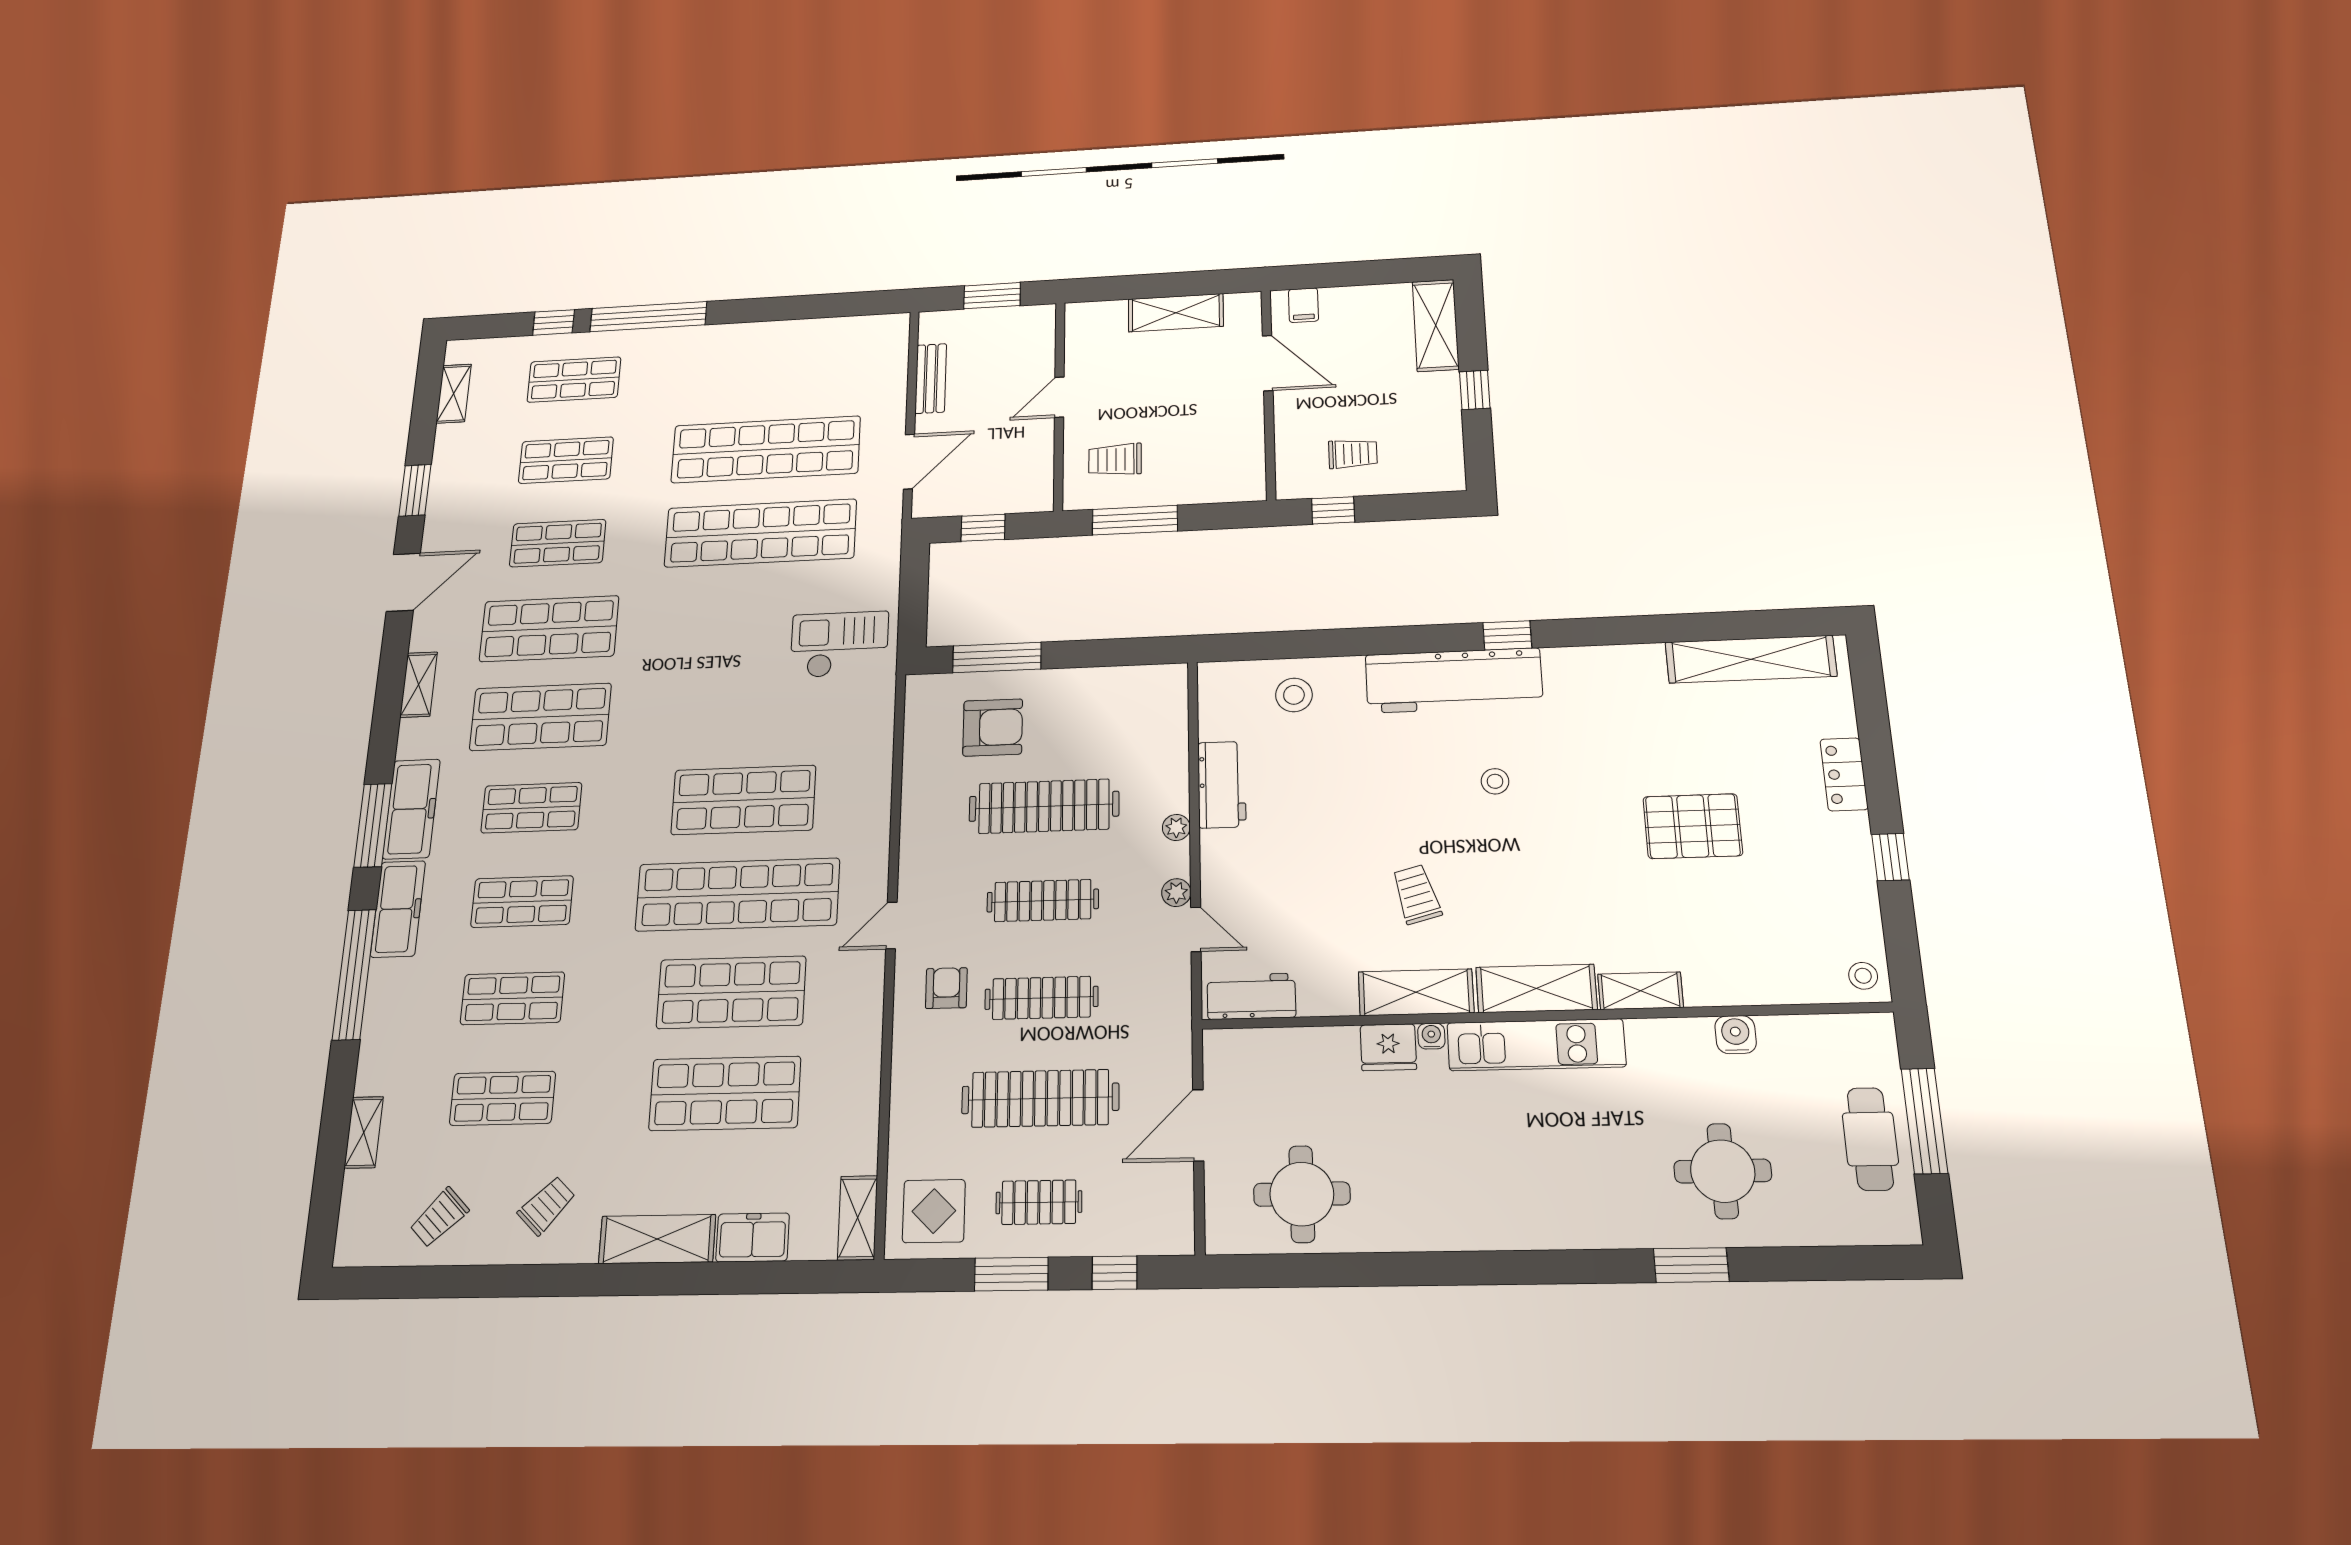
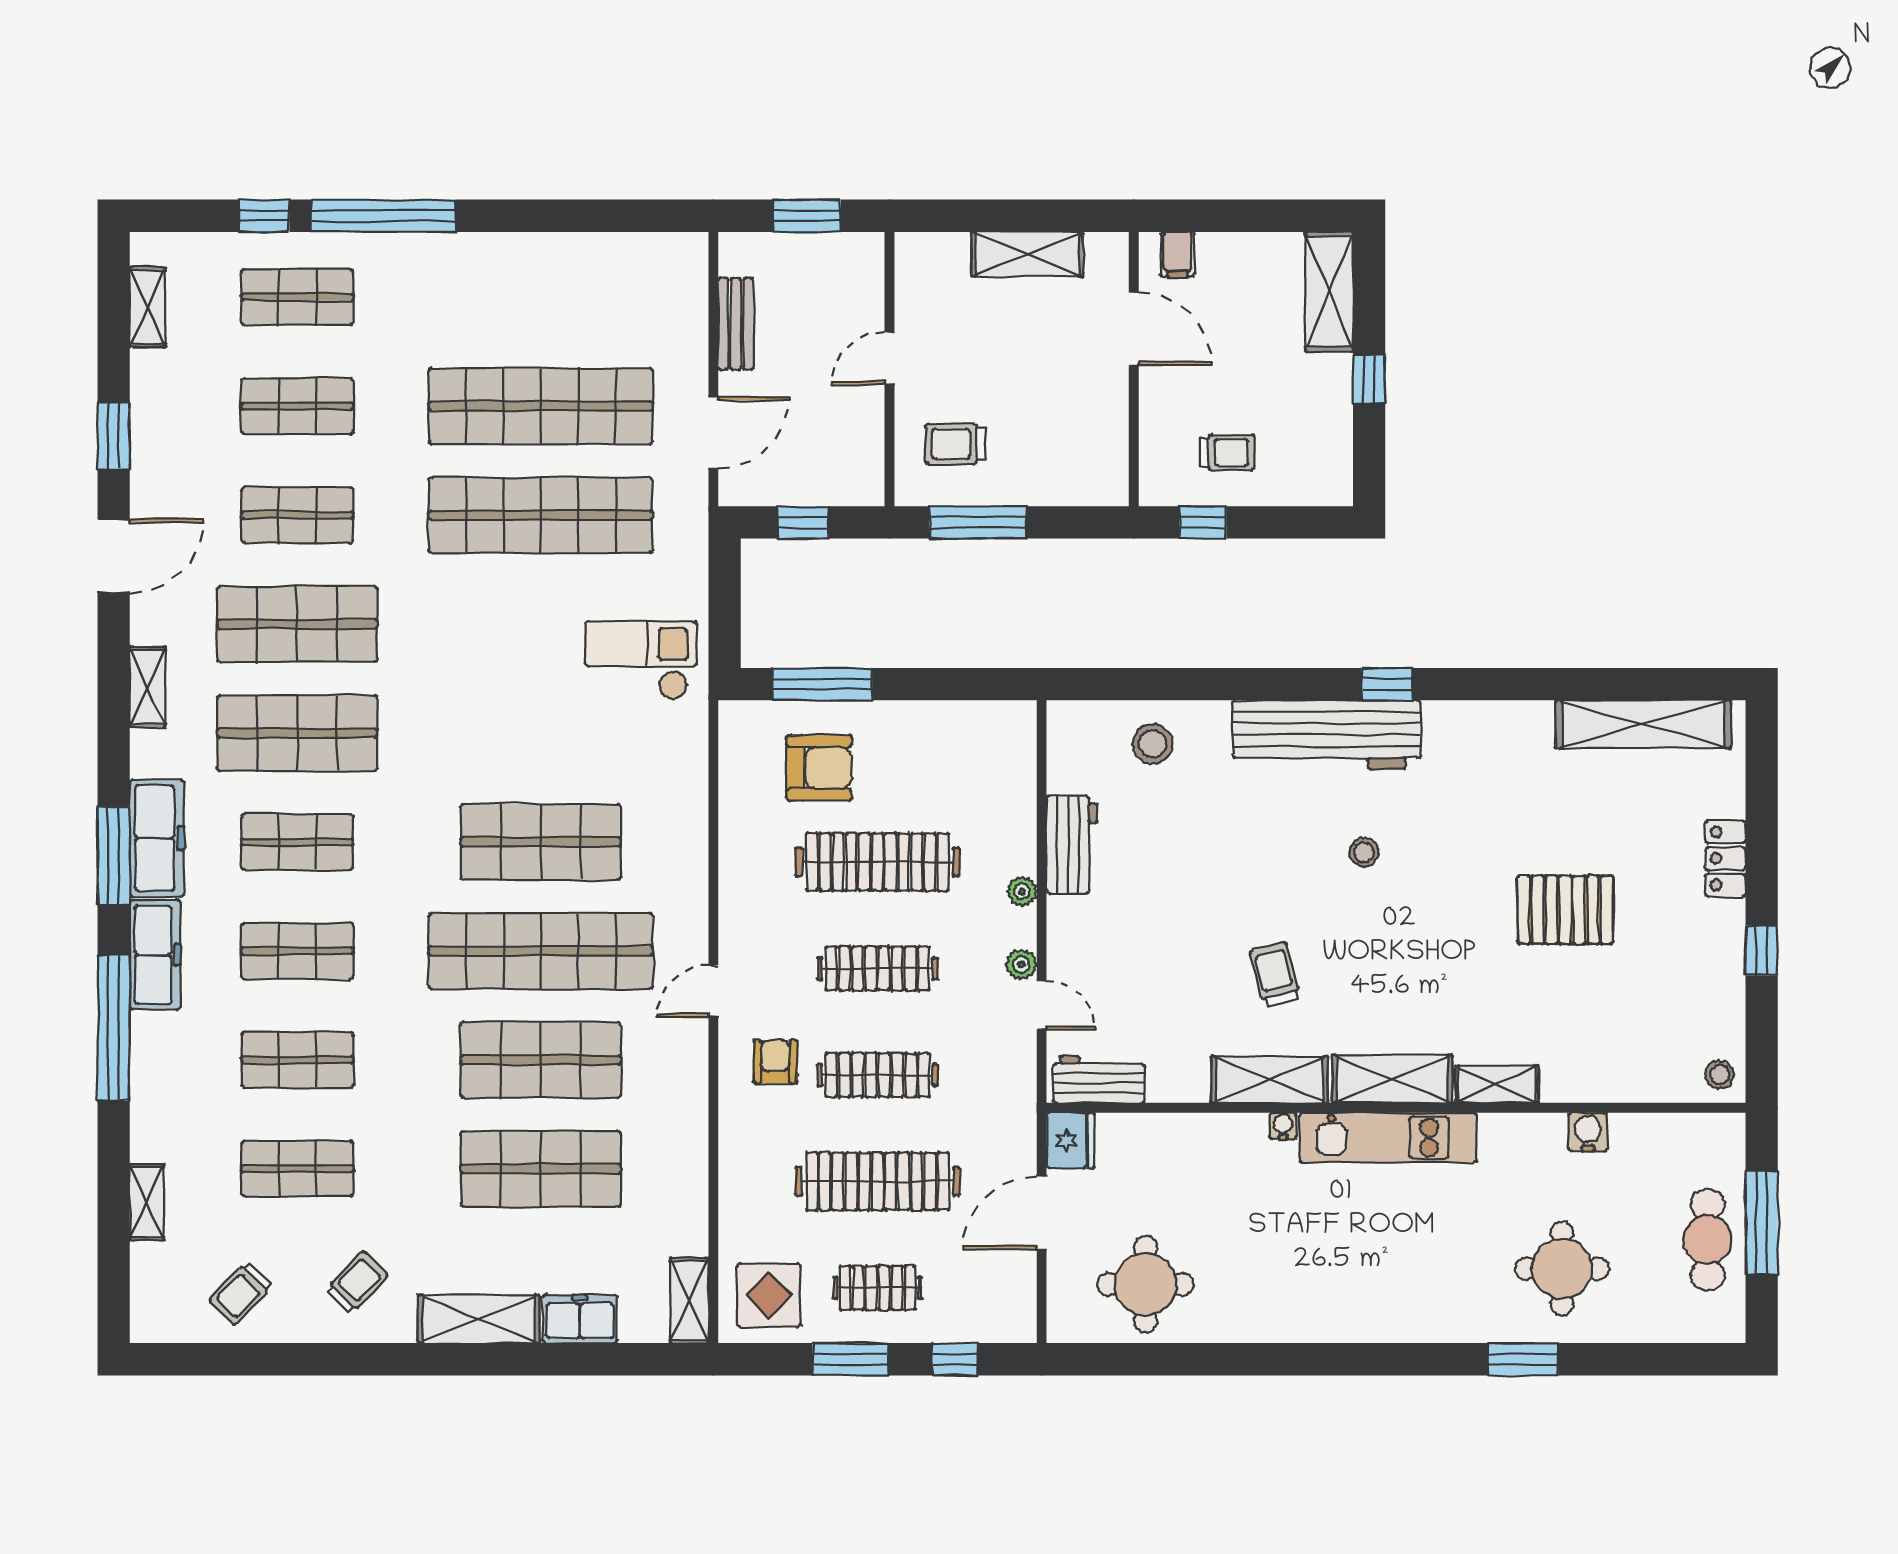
fridge: (1388, 1047) -> (1070, 1140), moved, turned -90

